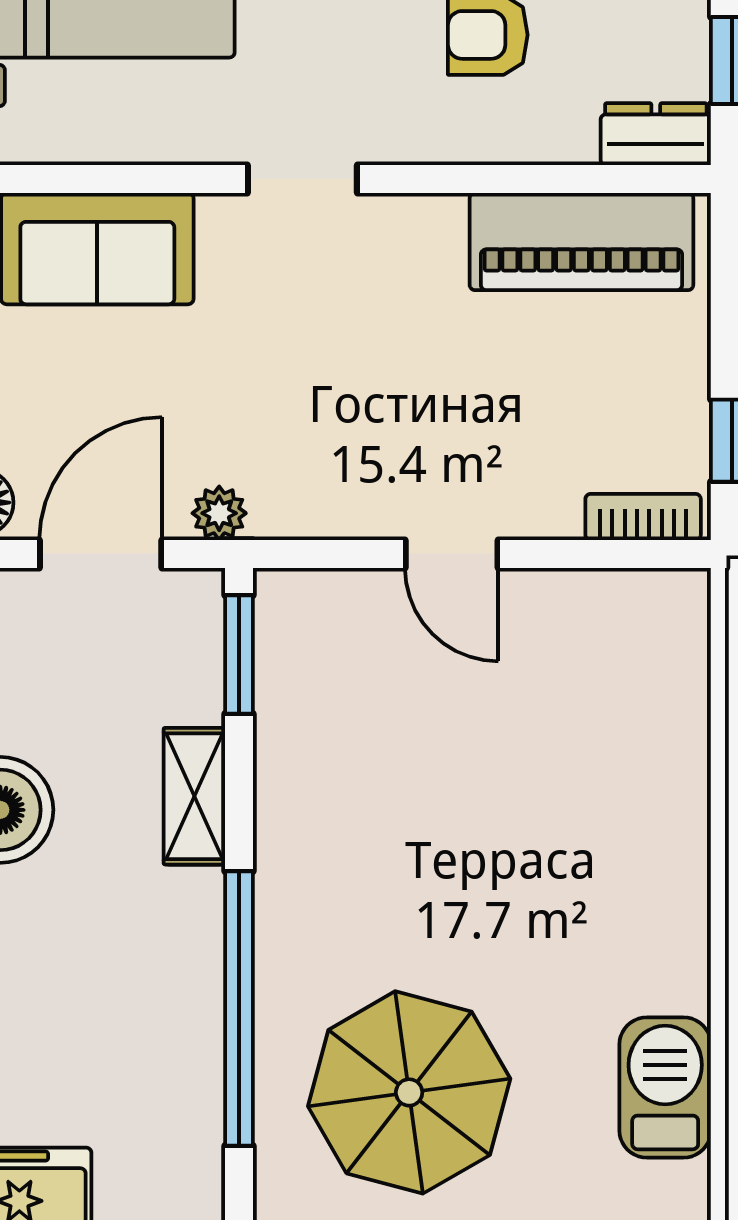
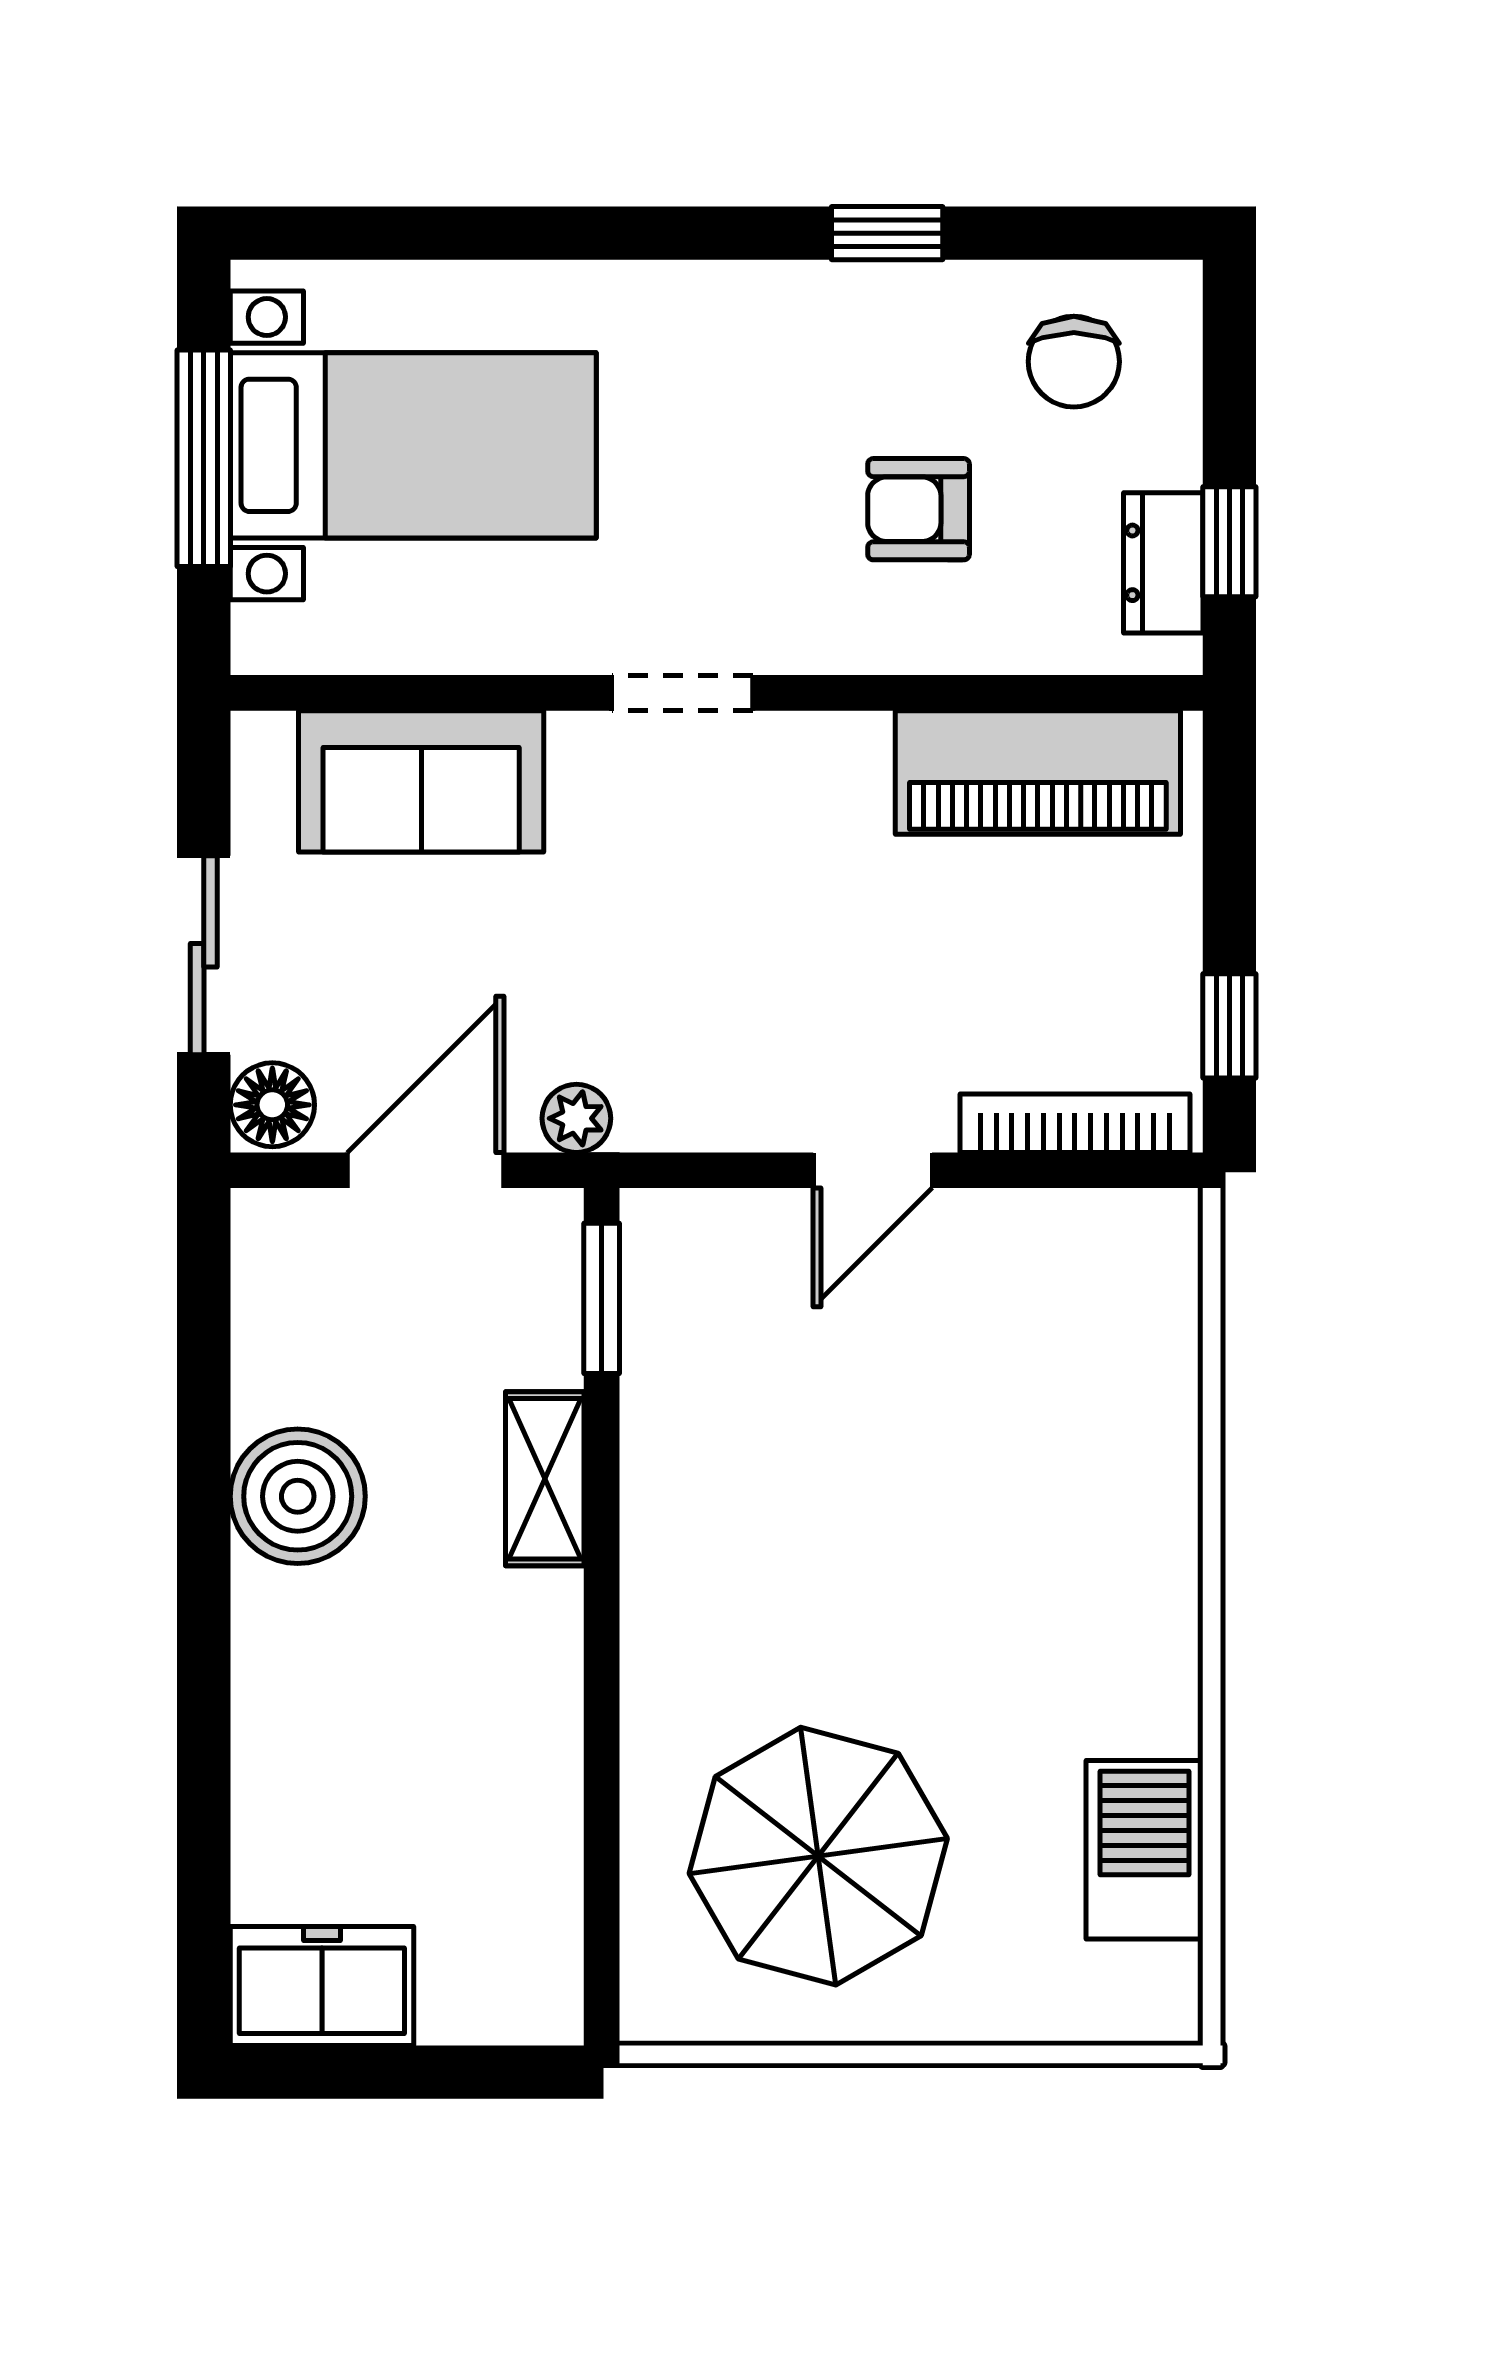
dresser: (656, 134) -> (1163, 563), moved, turned -90
bookcase: (643, 517) -> (1075, 1123), width x1.56
door: (452, 554) -> (873, 1170), hinge flipped
window: (239, 1008) -> (602, 1749), removed

